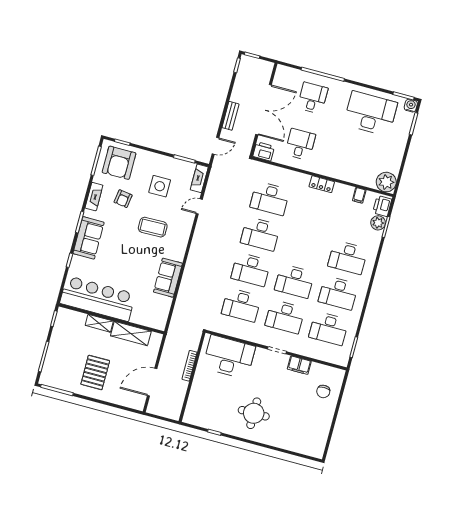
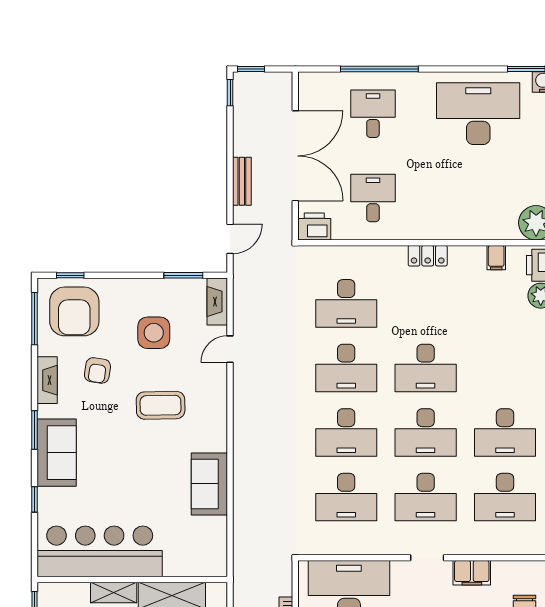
desk: (348, 257) -> (426, 368), moved

